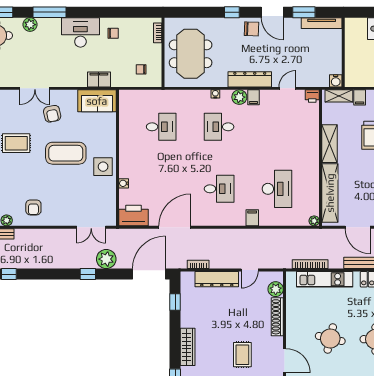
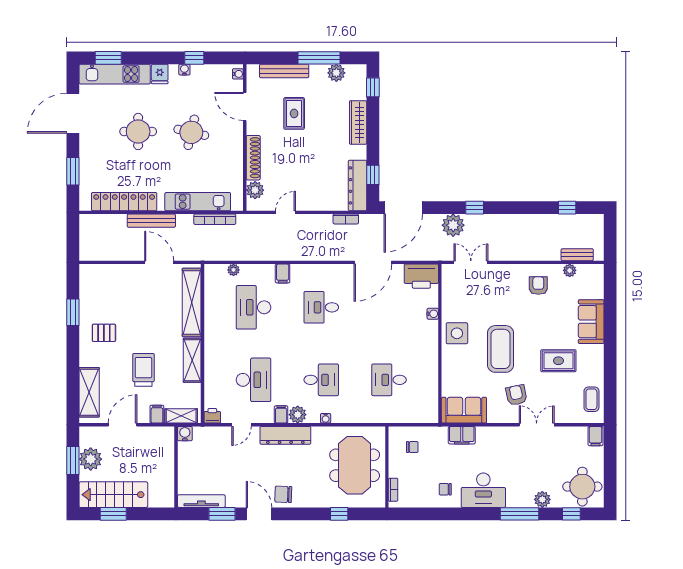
window: (232, 12) -> (339, 514), moved
desk: (277, 127) -> (253, 380), added
coffee table: (66, 153) -> (500, 349), turned 90
plant: (314, 221) -> (233, 270), moved
dresser: (217, 279) -> (357, 185), moved, turned -90

